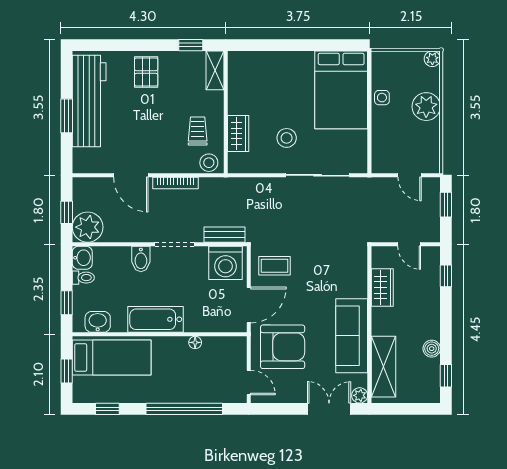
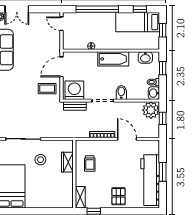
stool: (209, 163) -> (84, 146), removed
armchair: (283, 347) -> (43, 44), removed
bed: (112, 358) -> (138, 22), moved

